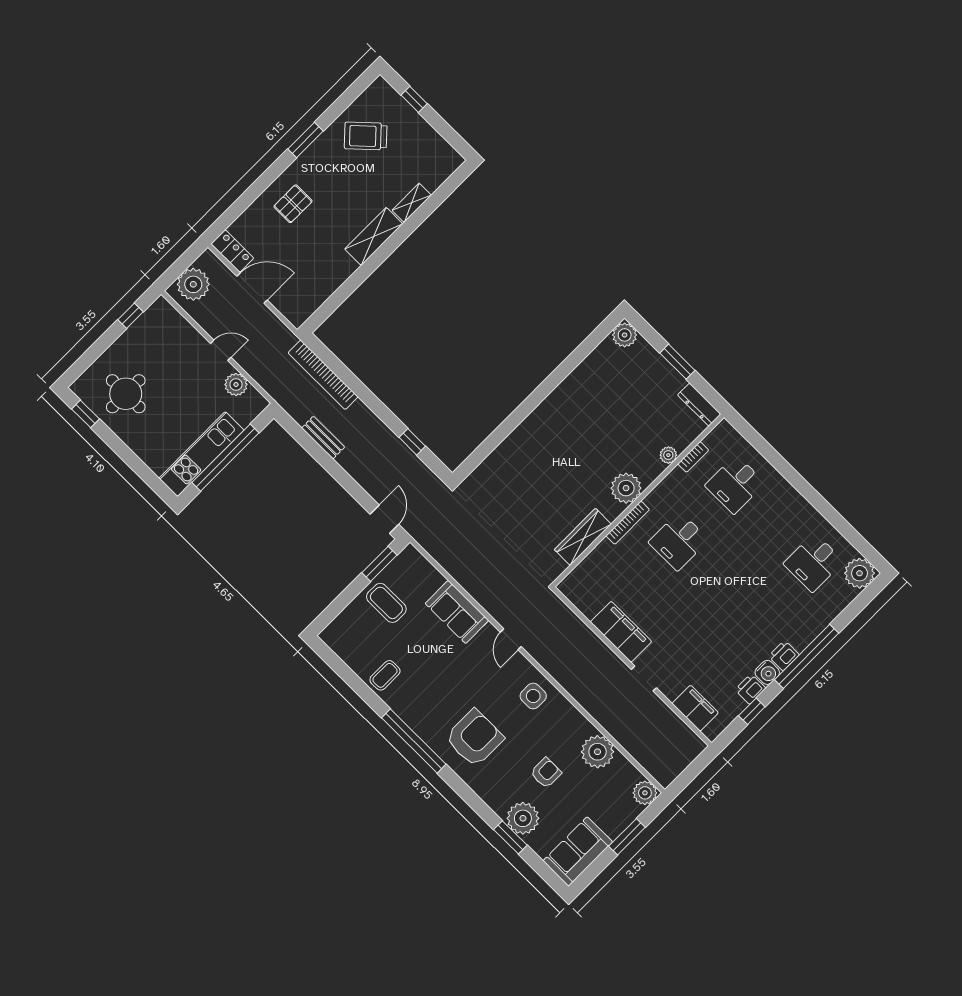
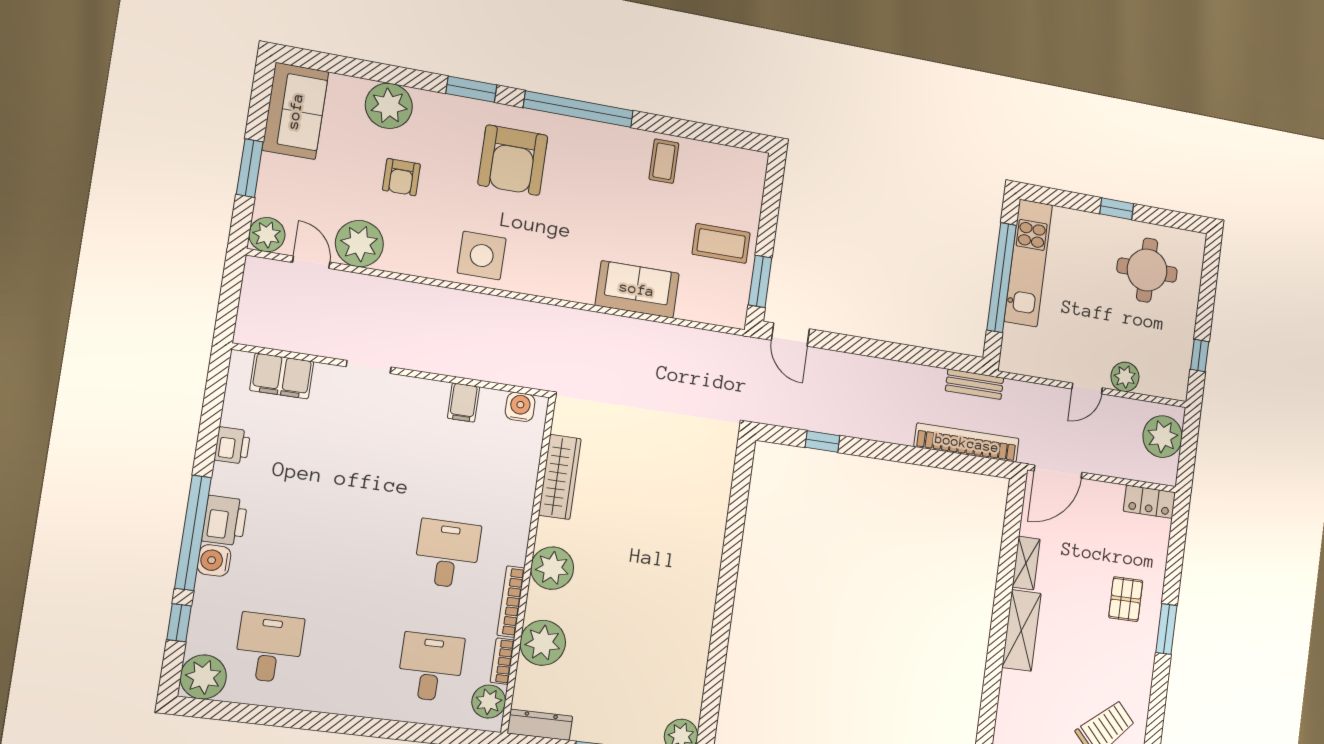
window: (306, 140) -> (1166, 629), moved
shelving: (412, 203) -> (1026, 563), moved
door: (252, 288) -> (1058, 472), moved
plant: (236, 385) -> (1125, 377), moved
window: (86, 414) -> (1117, 209), moved
bench: (323, 438) -> (974, 384), moved
plant: (718, 440) -> (489, 702), added
plant: (668, 455) -> (543, 643), width x1.88, depth x1.88
bookcase: (628, 523) -> (511, 602), moved
water cooler: (576, 594) -> (520, 407), added
filing cabinet: (621, 632) -> (463, 403), width x0.33, depth x0.86
door: (511, 639) -> (311, 262), moved
printer: (784, 655) -> (225, 521), width x1.36, depth x1.24
water cooler: (767, 672) -> (214, 560), moved
side table: (533, 696) -> (482, 256), width x1.37, depth x1.37
window: (752, 711) -> (179, 623), moved
window: (510, 837) -> (471, 89), moved

